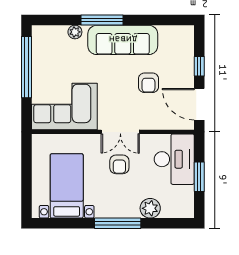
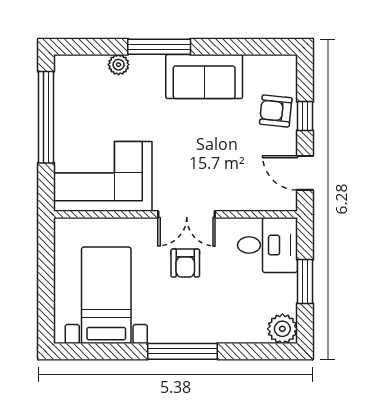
sofa: (123, 40) -> (204, 77), width x0.73
armchair: (148, 83) -> (276, 111), moved, turned 96
door: (199, 104) -> (305, 173), width x0.73
desk: (174, 159) -> (267, 245), width x0.73
plant: (150, 208) -> (282, 329), moved

